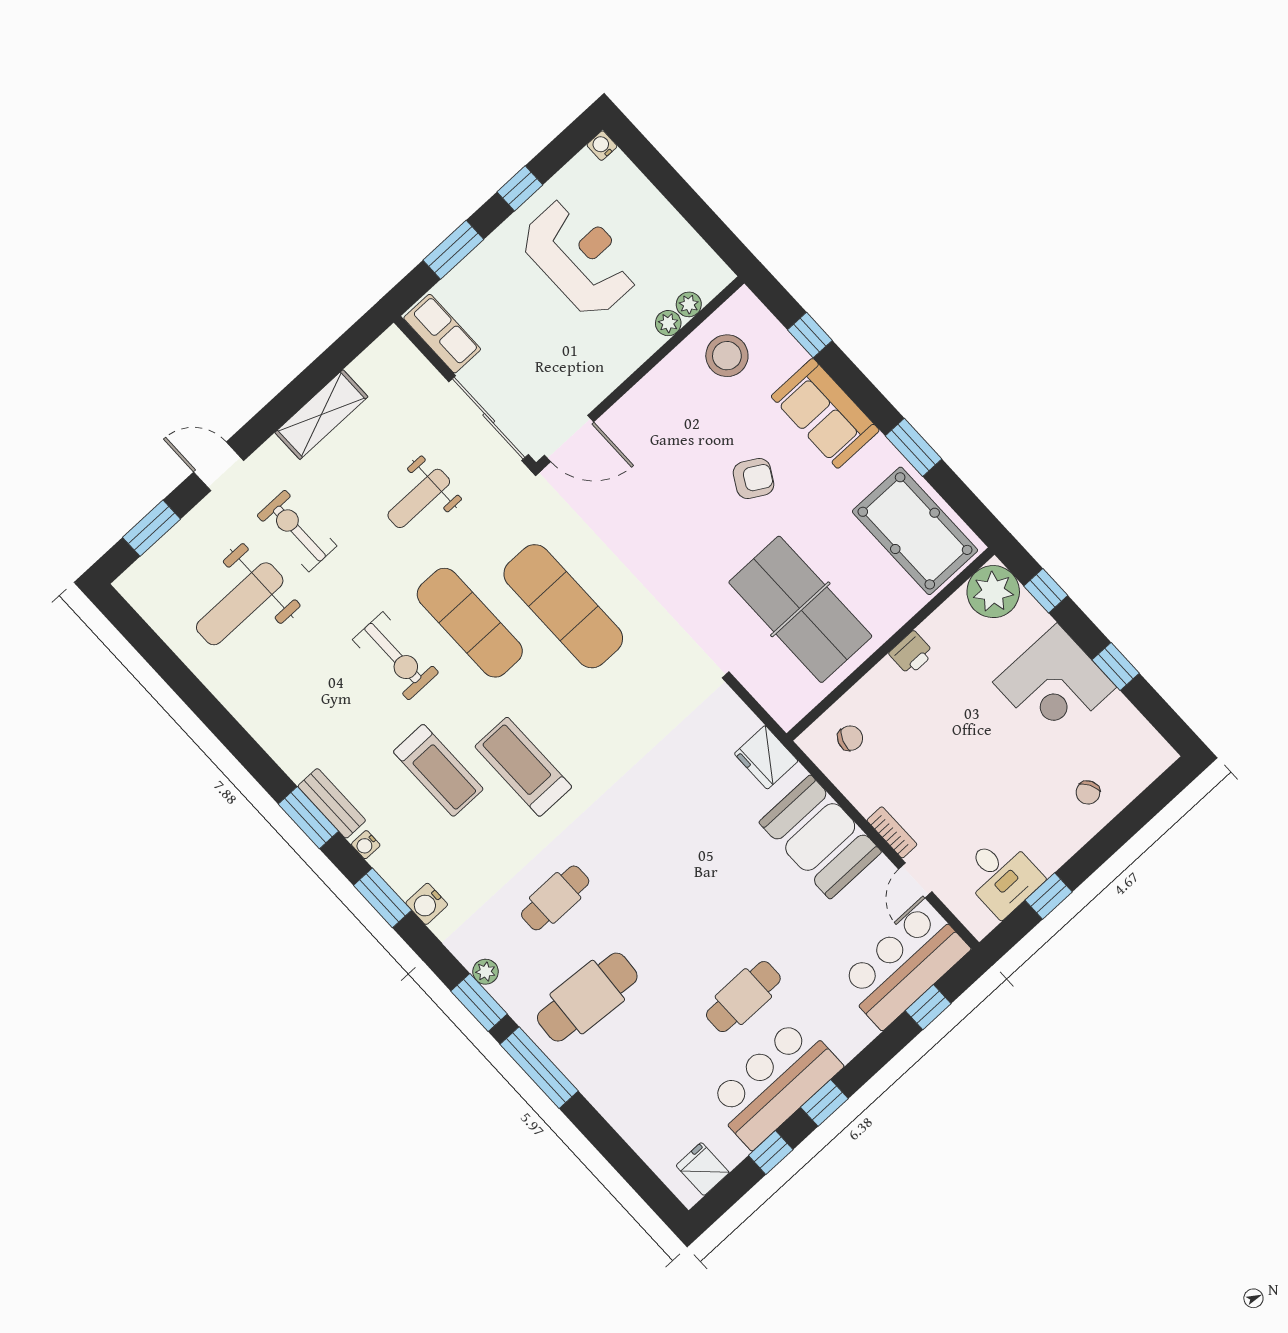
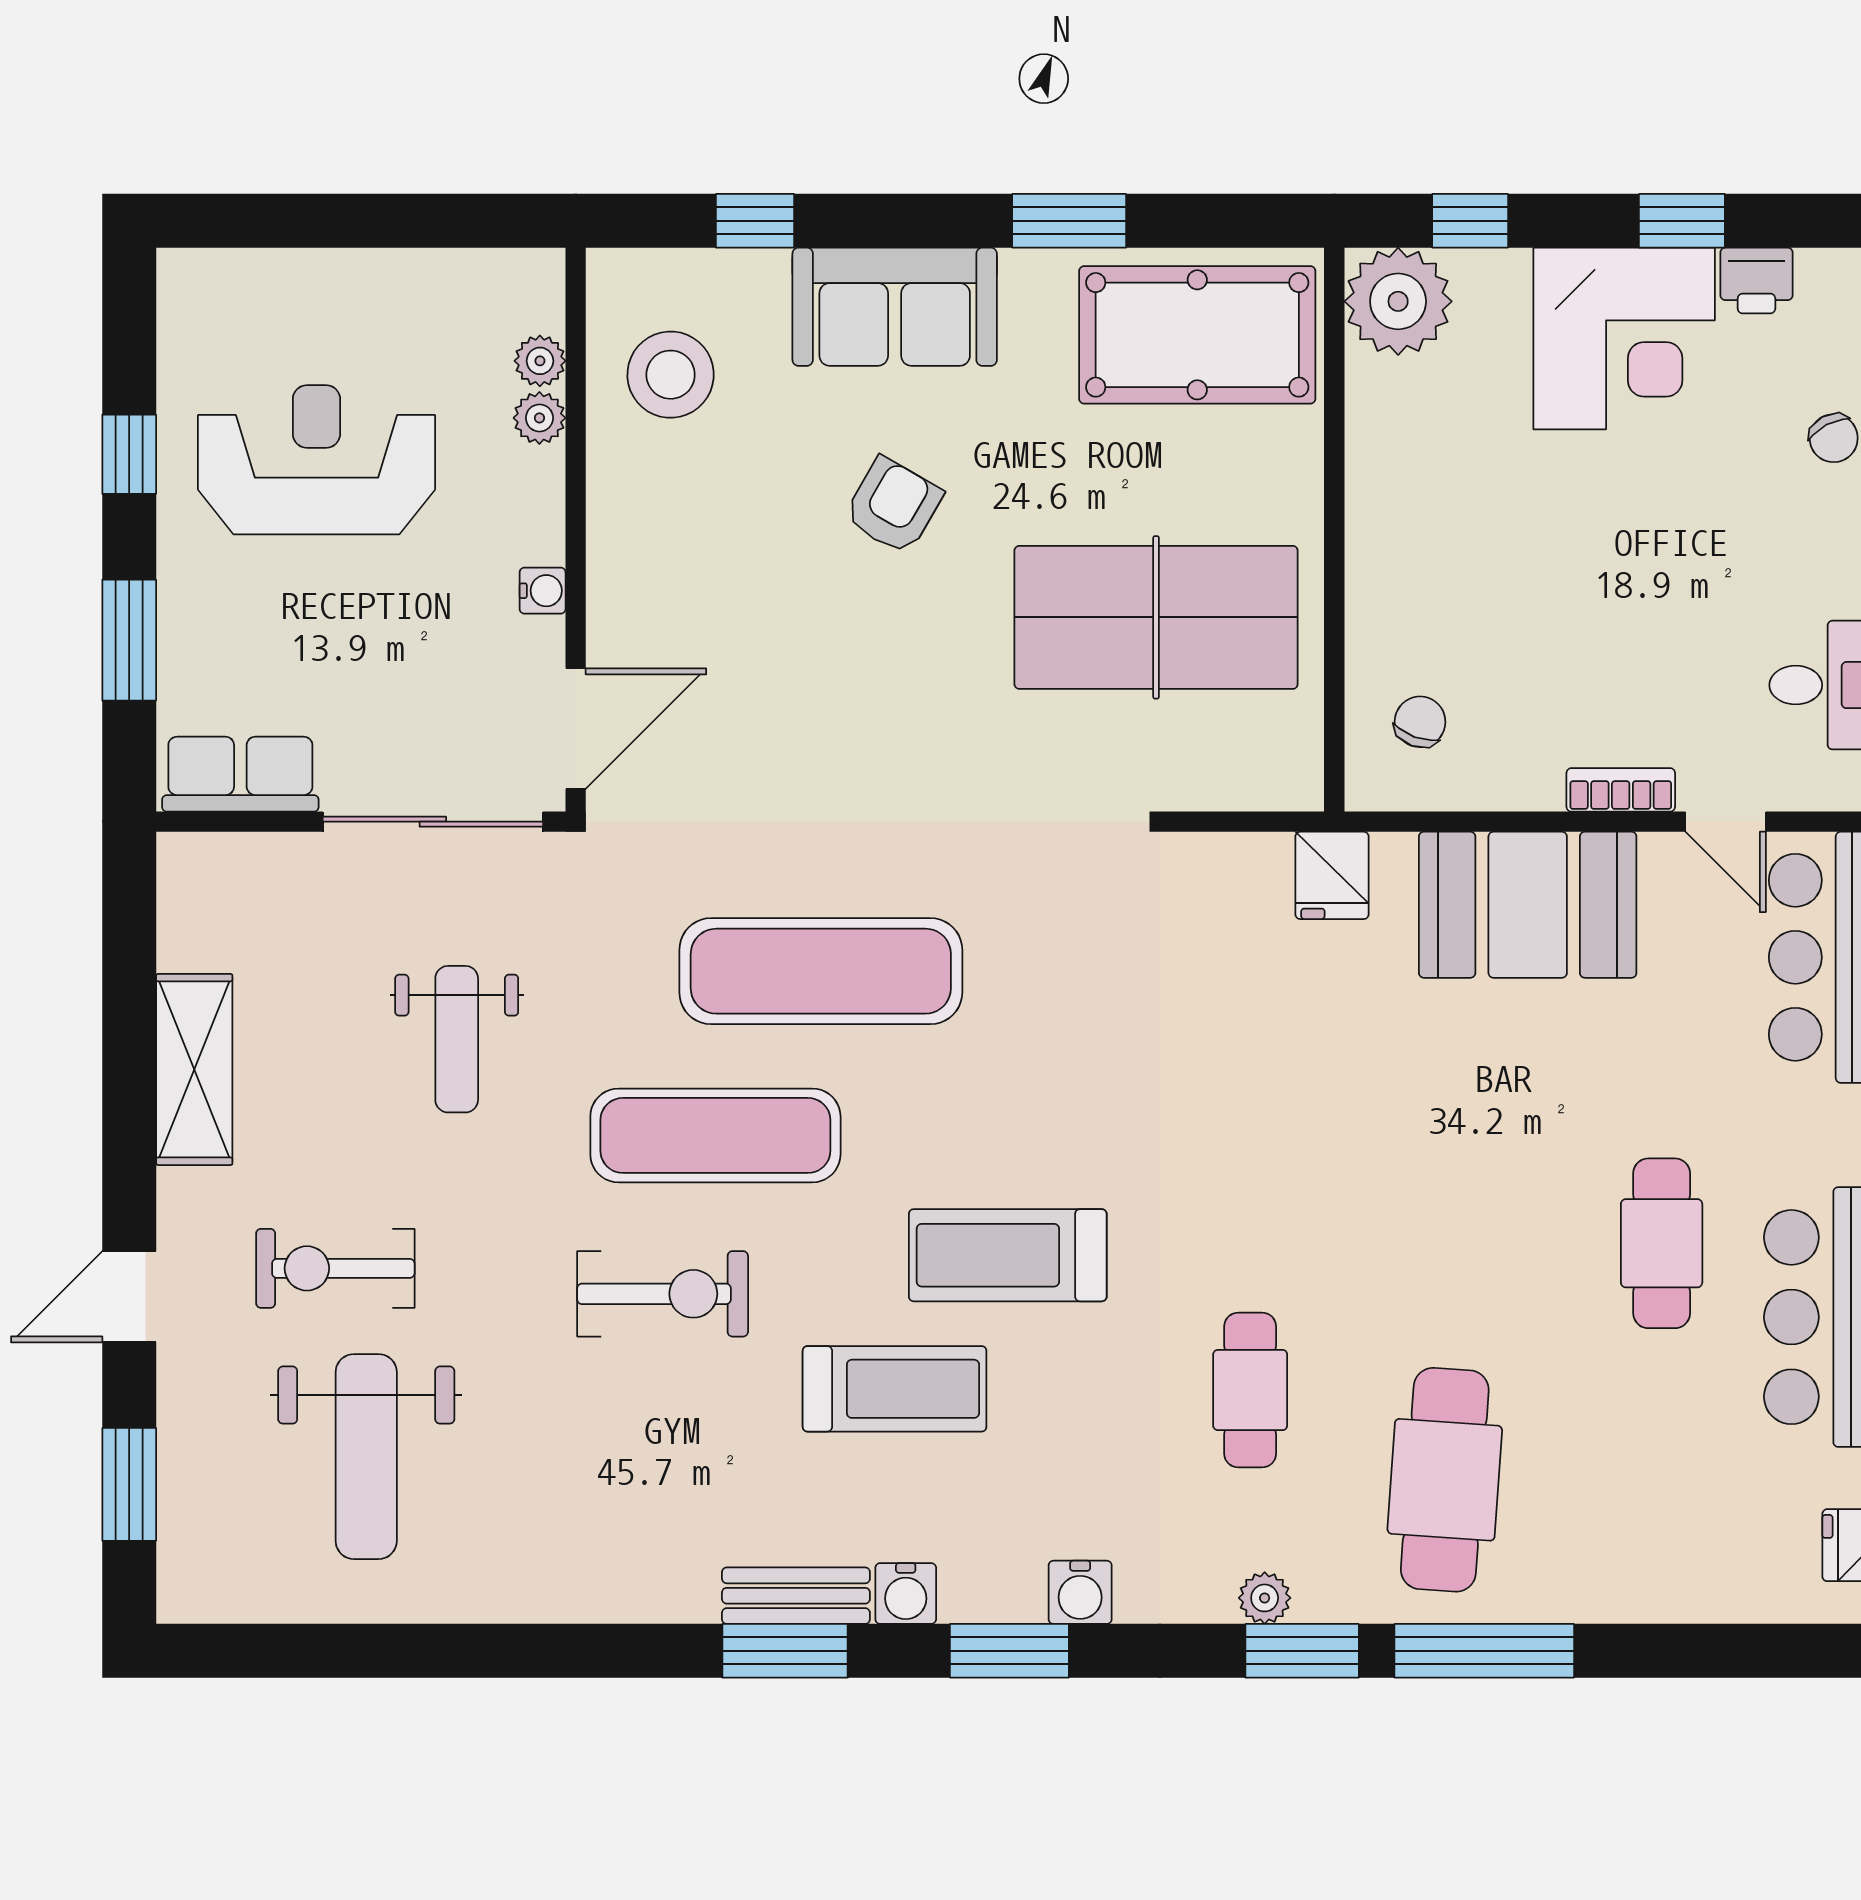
water cooler: (602, 146) -> (543, 591), moved, turned 180
printer: (911, 653) -> (1756, 280), moved, turned 90
fridge: (766, 757) -> (1332, 875), width x0.72
water cooler: (366, 845) -> (906, 1593), width x1.38, depth x1.38

